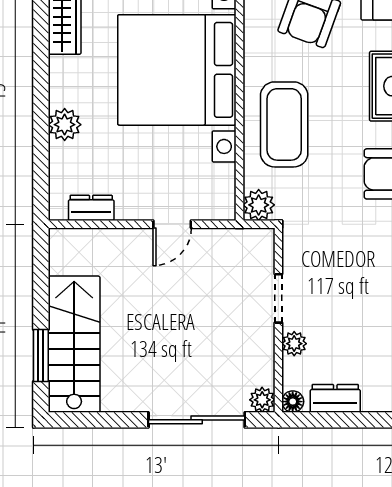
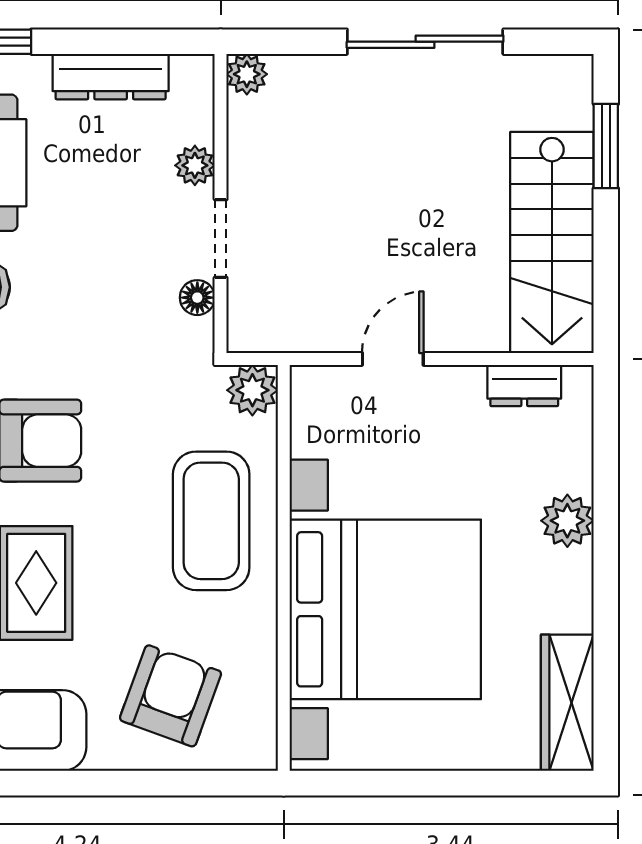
stairs: (74, 344) -> (552, 243), moved
dresser: (335, 398) -> (111, 77), width x1.44
floor lamp: (293, 402) -> (197, 298), moved
sliding door: (197, 420) -> (425, 42), moved

